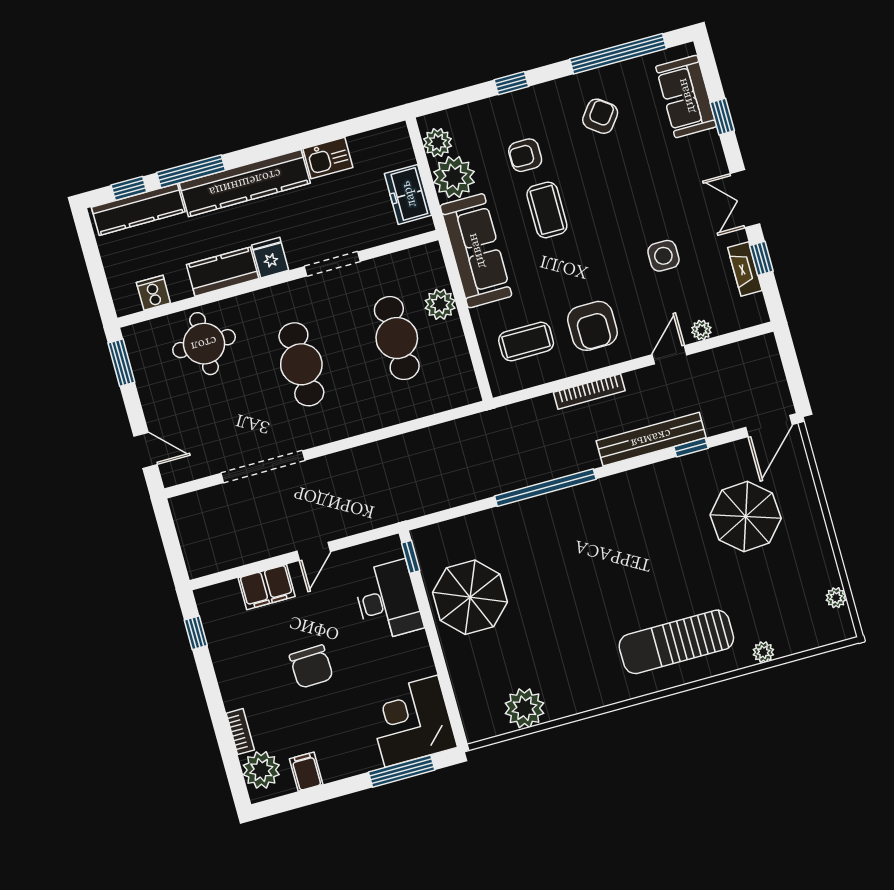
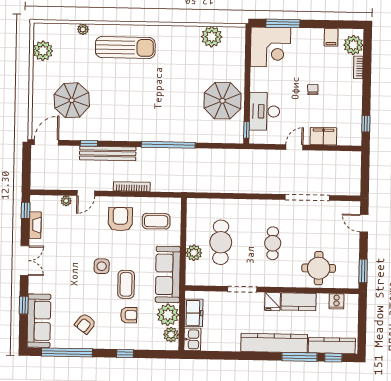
sofa: (686, 96) -> (39, 321), width x1.36
kitchen sink: (328, 158) -> (192, 339), moved, turned 90
side table: (663, 256) -> (102, 266), moved
window: (761, 258) -> (26, 210), moved
cafe table: (301, 364) -> (273, 243), width x0.73, depth x0.74
plant: (836, 598) -> (43, 51), width x1.88, depth x1.88
chair: (311, 667) -> (313, 90), width x0.54, depth x0.54

